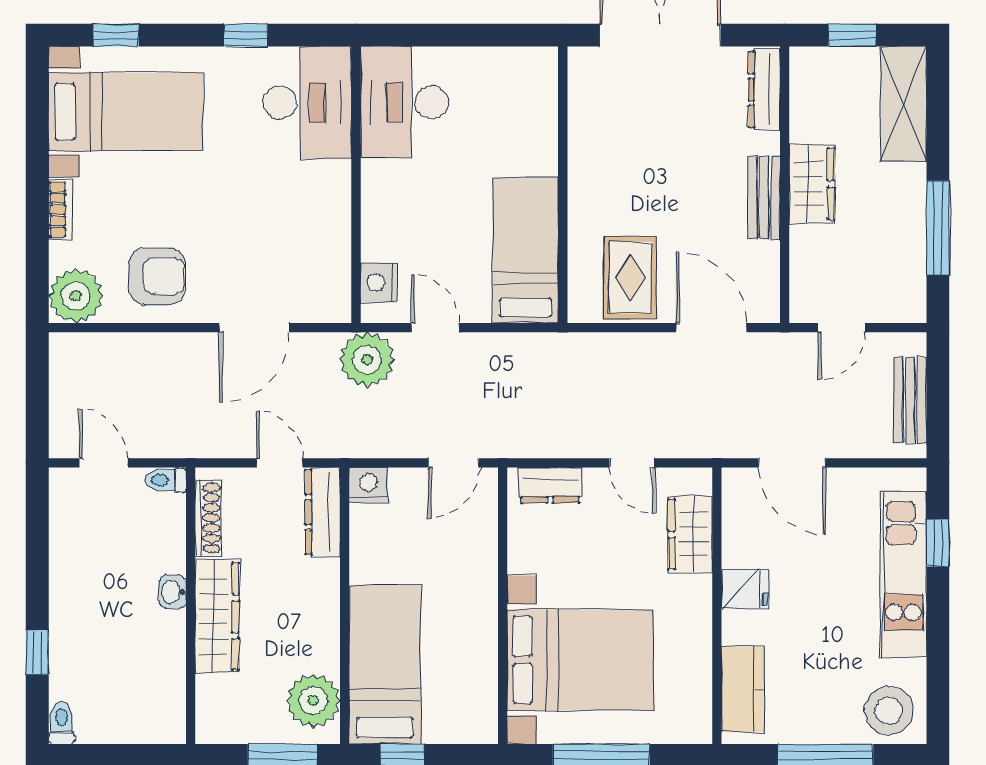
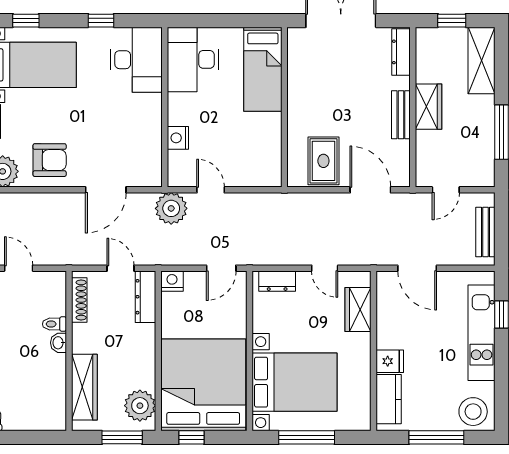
bed: (525, 250) -> (263, 69), moved, turned 180
nightstand: (379, 283) -> (178, 138), moved
toilet: (166, 480) -> (54, 324), moved
fridge: (745, 589) -> (390, 361), moved
wardrobe: (217, 616) -> (84, 387), moved
bed: (385, 664) -> (203, 385), width x2.04

